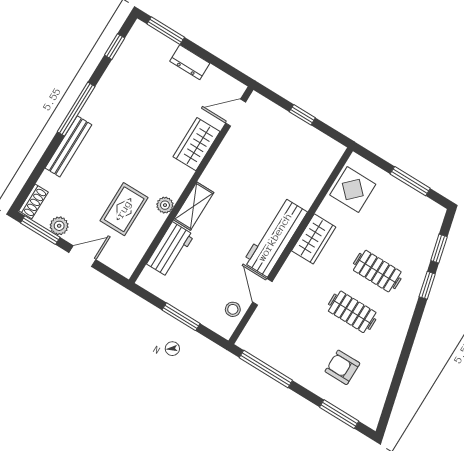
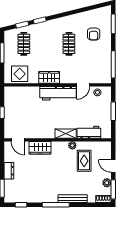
rug: (124, 209) -> (84, 161), turned 90
clothes rail: (377, 271) -> (24, 44), moved

